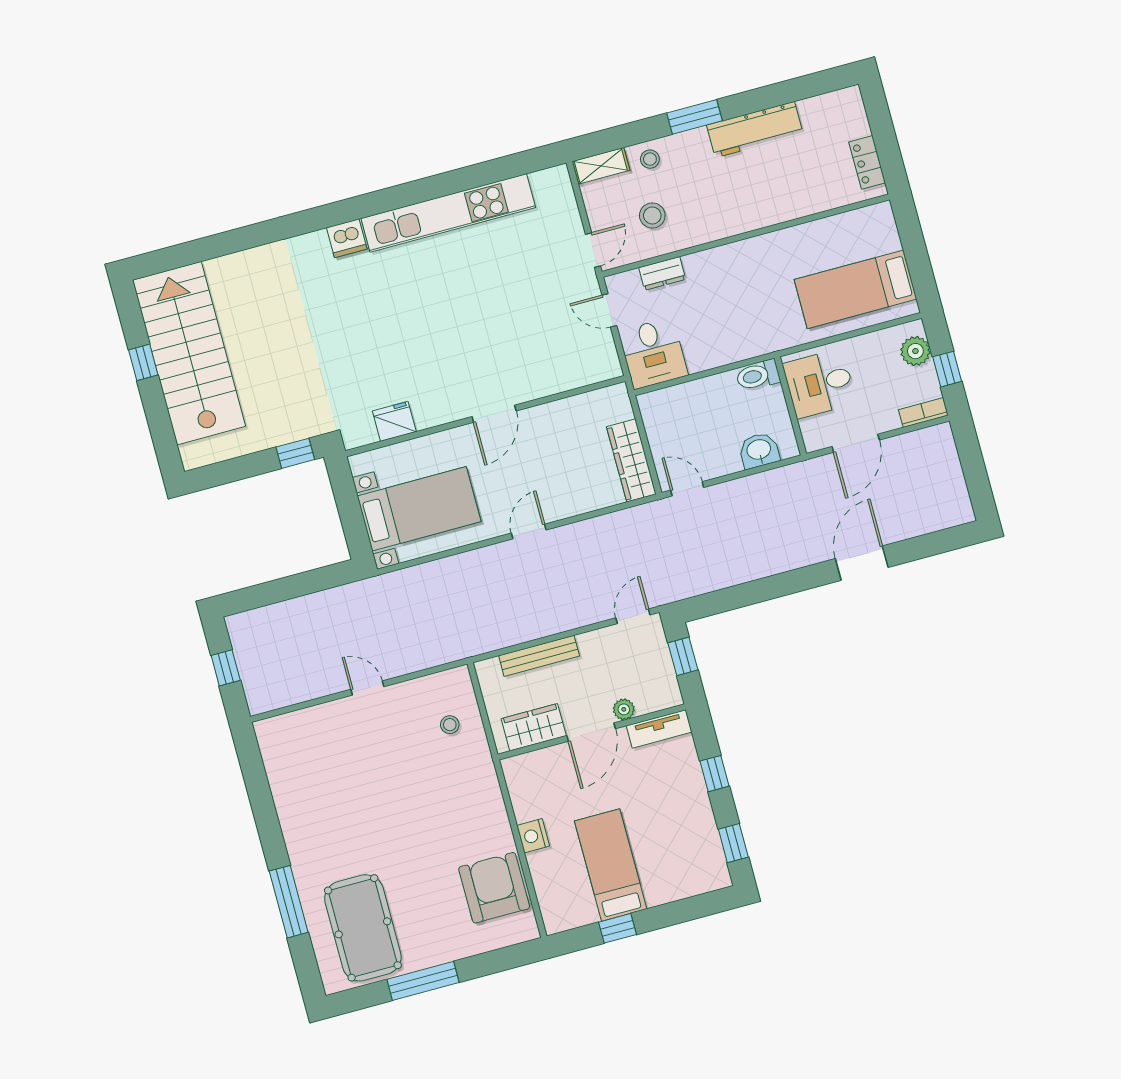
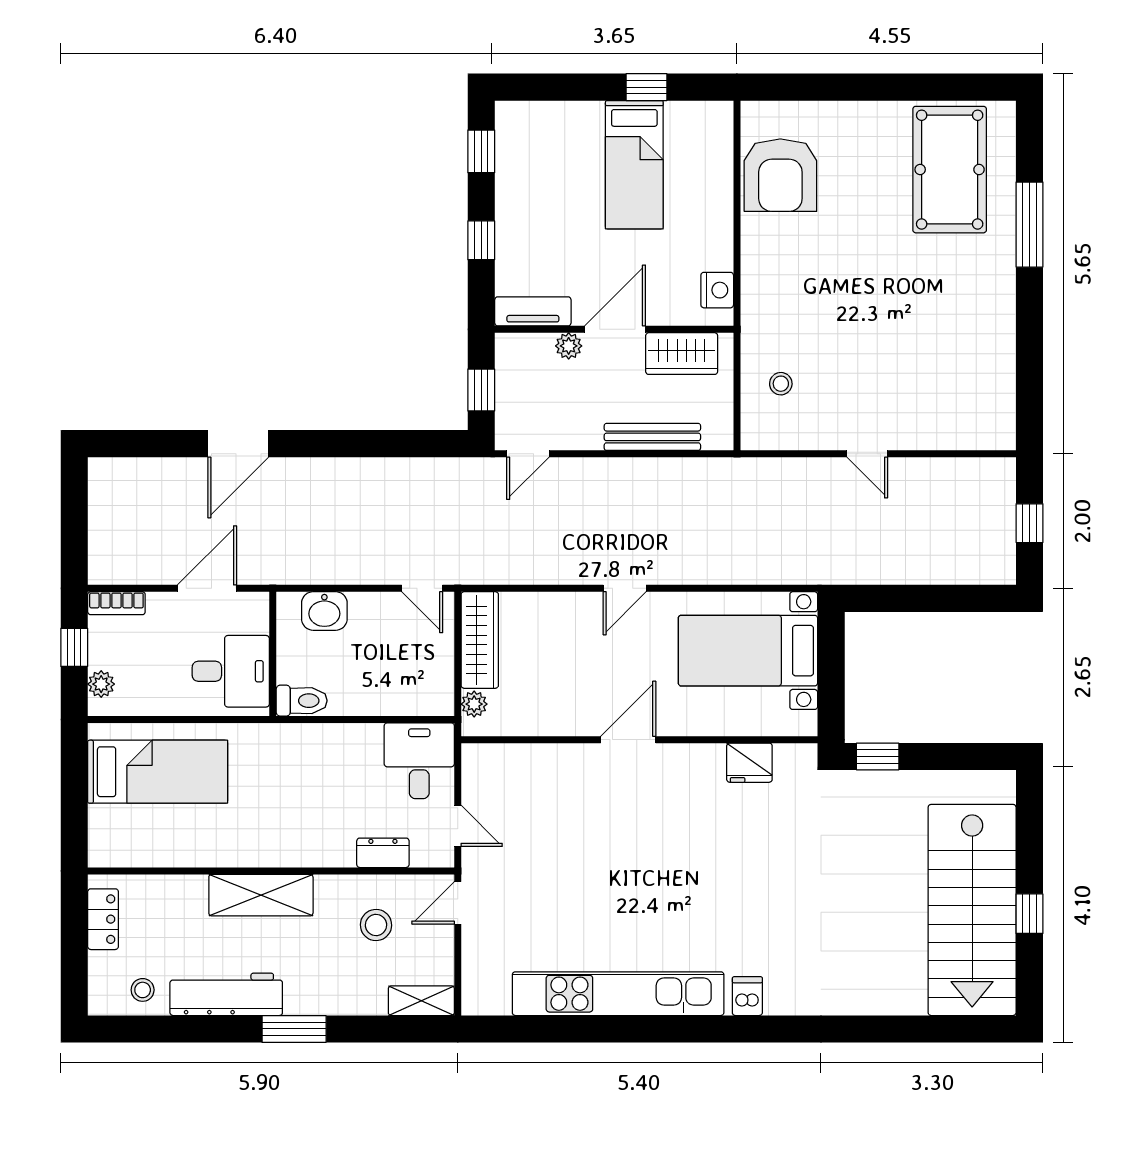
stool: (650, 159) -> (143, 990), moved
shelving: (749, 215) -> (261, 895), added
dishwasher: (347, 238) -> (747, 996), width x0.73
plant: (915, 351) -> (101, 684), width x0.73, depth x0.73
plant: (622, 409) -> (474, 704), added
nightstand: (533, 836) -> (717, 290), moved
window: (423, 981) -> (895, 87), removed

